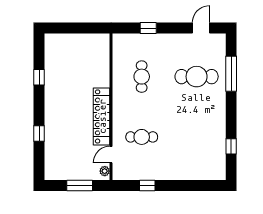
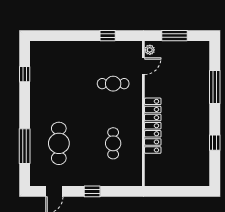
window: (148, 28) -> (92, 191), moved
cafe table: (197, 77) -> (59, 143), turned 90
locker: (102, 116) -> (153, 126), moved
window: (39, 134) -> (215, 87), width x2.17

